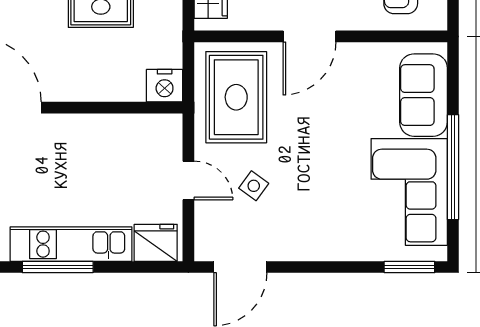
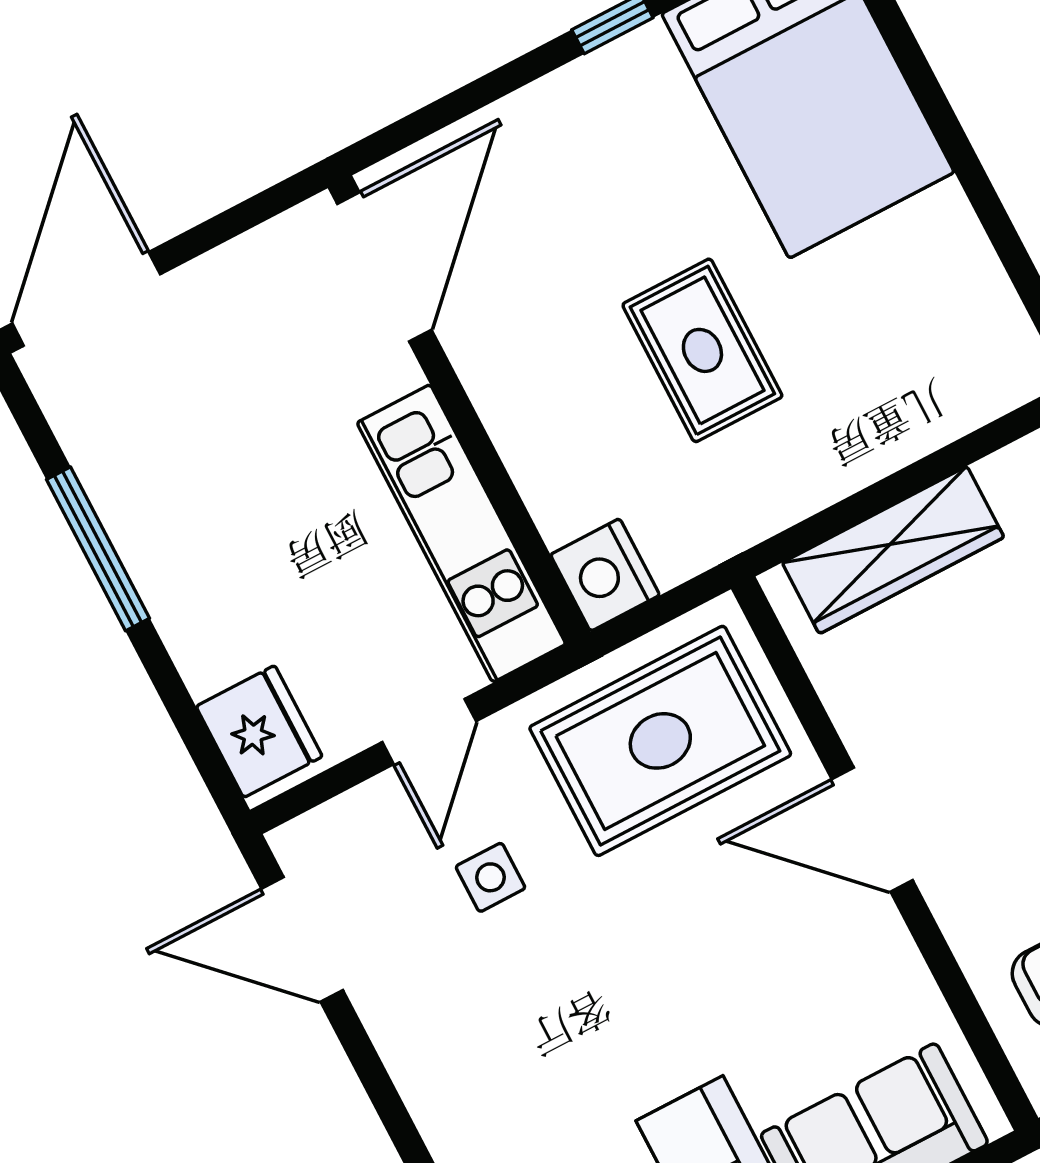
side table: (254, 186) -> (490, 877), turned -36
kitchen unit: (71, 244) -> (461, 533), moved, turned 180

